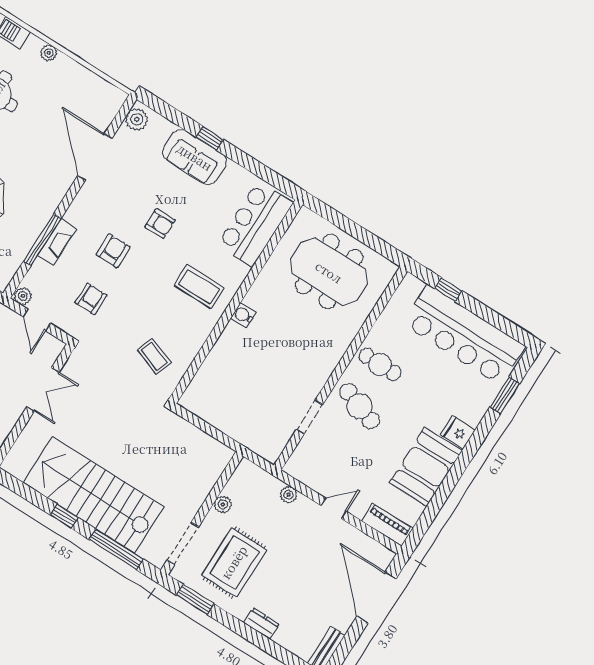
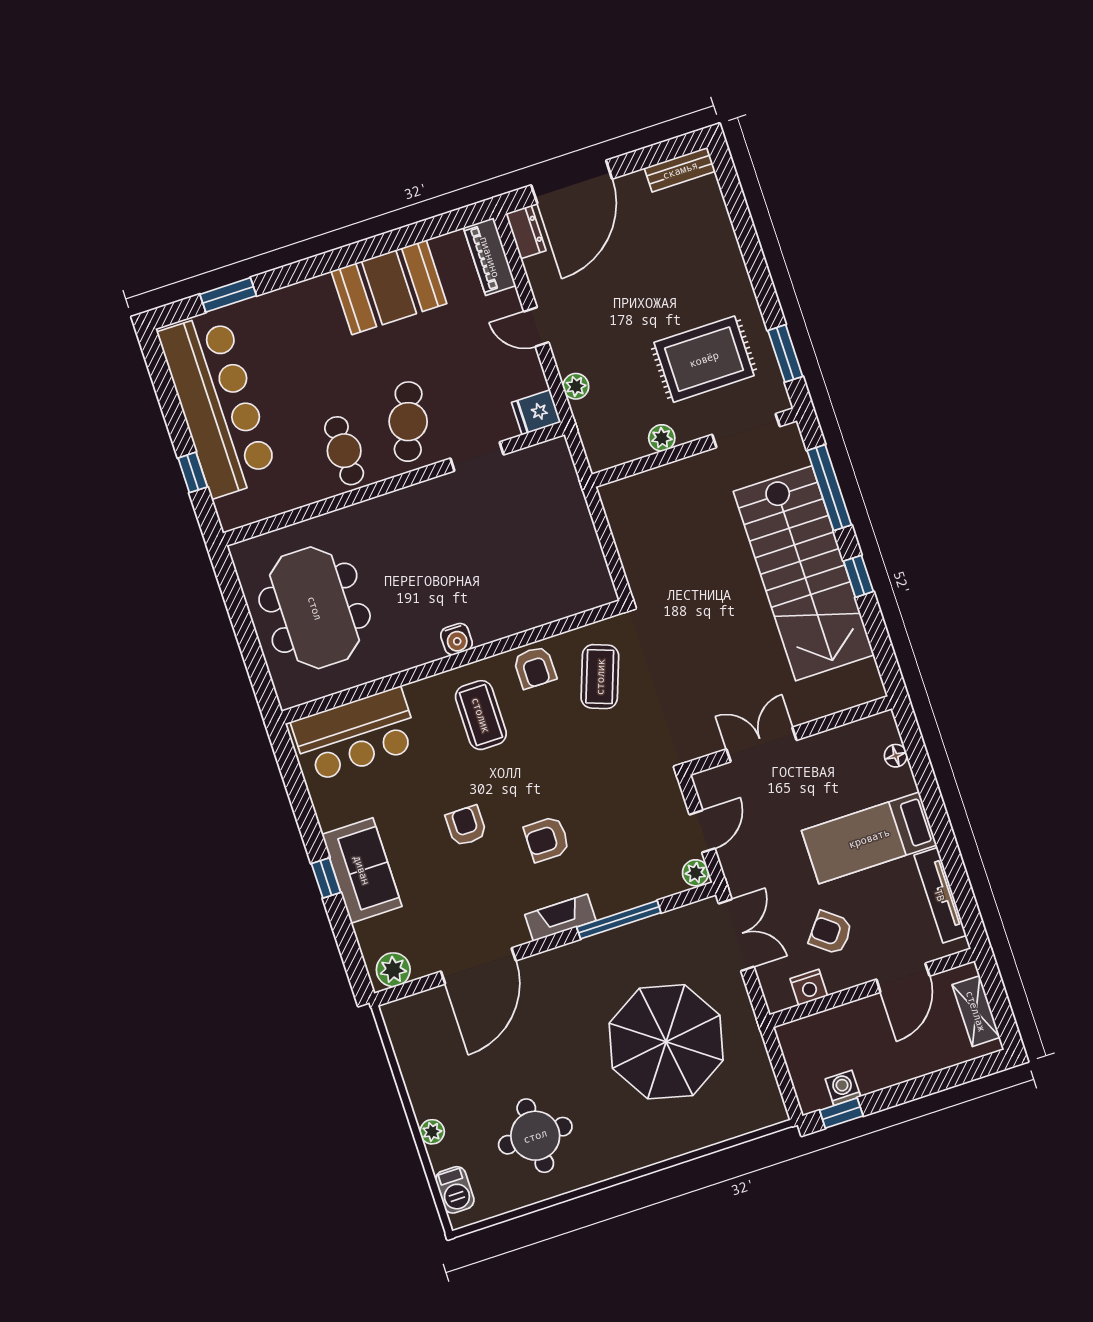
fireplace: (57, 242) -> (560, 918), moved
armchair: (91, 299) -> (535, 667), moved, turned -90
coffee table: (154, 356) -> (600, 677), width x1.36, depth x1.30
fridge: (458, 432) -> (536, 412), moved, turned 90
dresser: (261, 624) -> (526, 232), moved, turned 180

